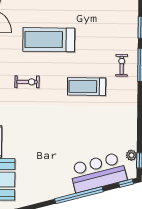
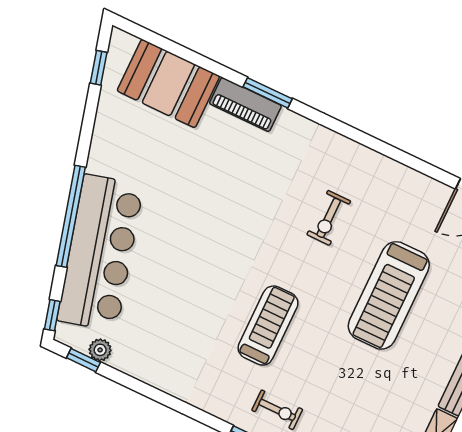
treadmill: (49, 40) -> (389, 295), turned 180
bar counter: (98, 172) -> (100, 253), width x1.36

